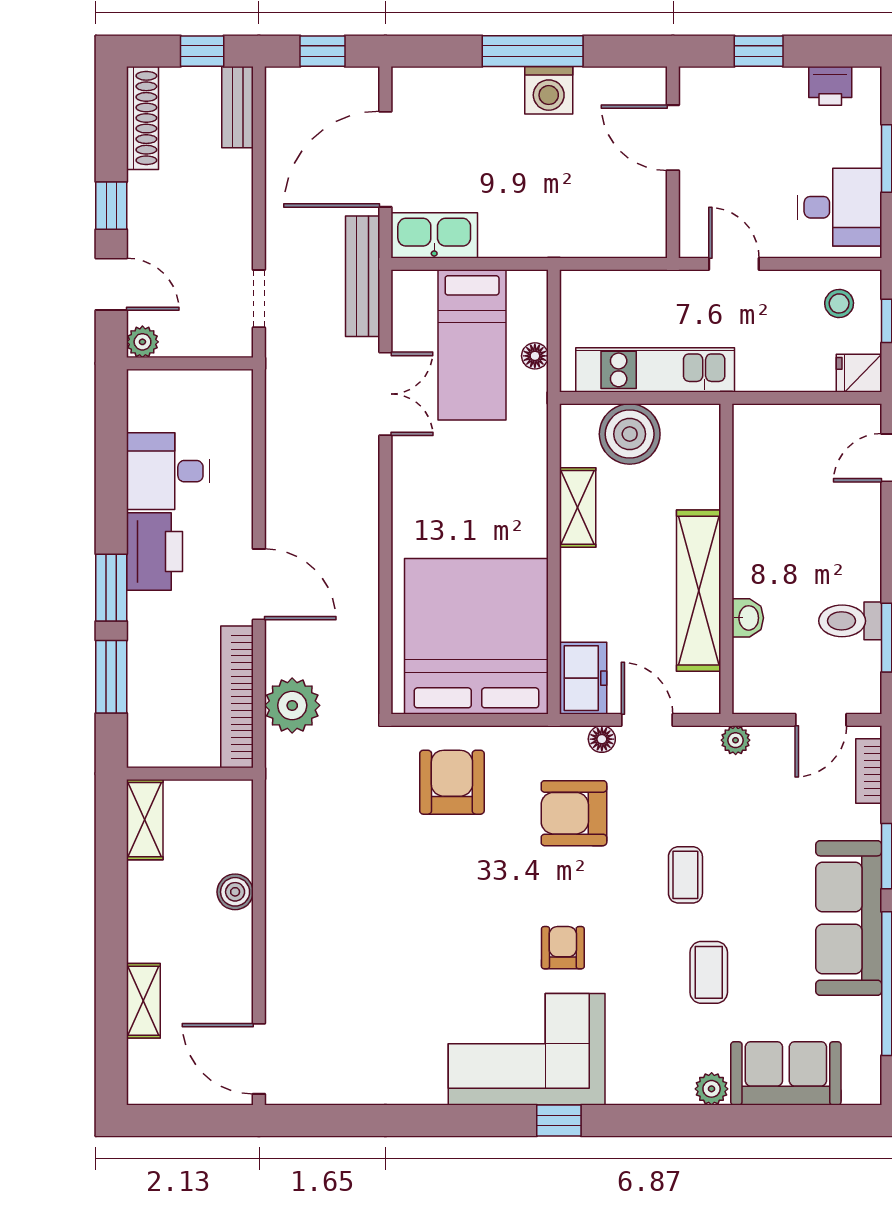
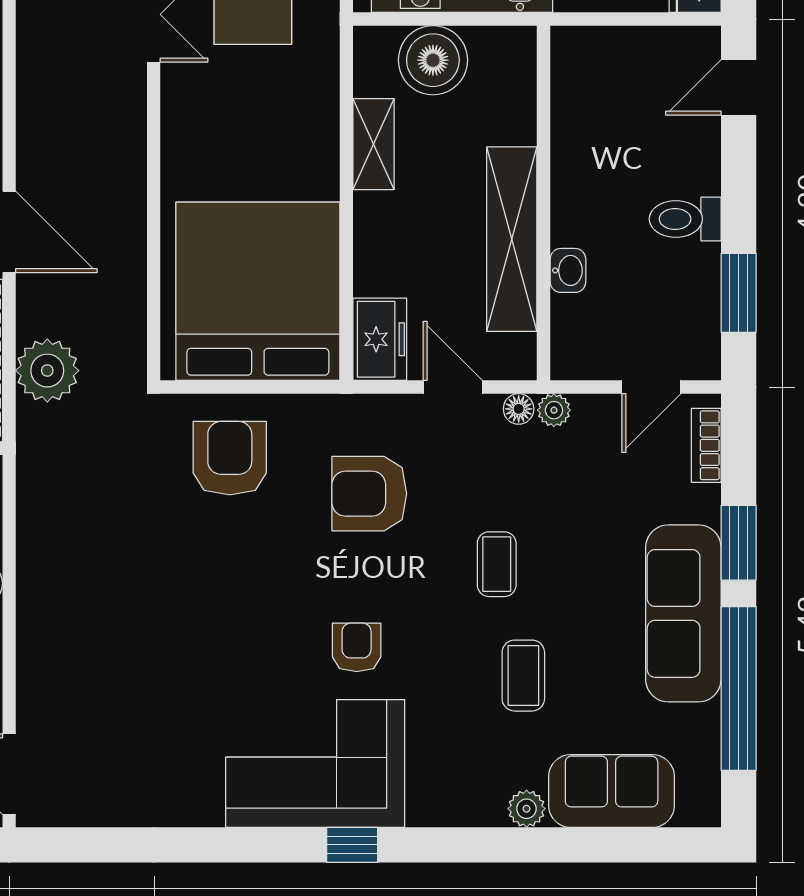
toilet: (850, 621) -> (685, 219), moved
floor lamp: (602, 739) -> (519, 409), moved

